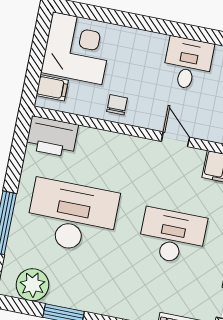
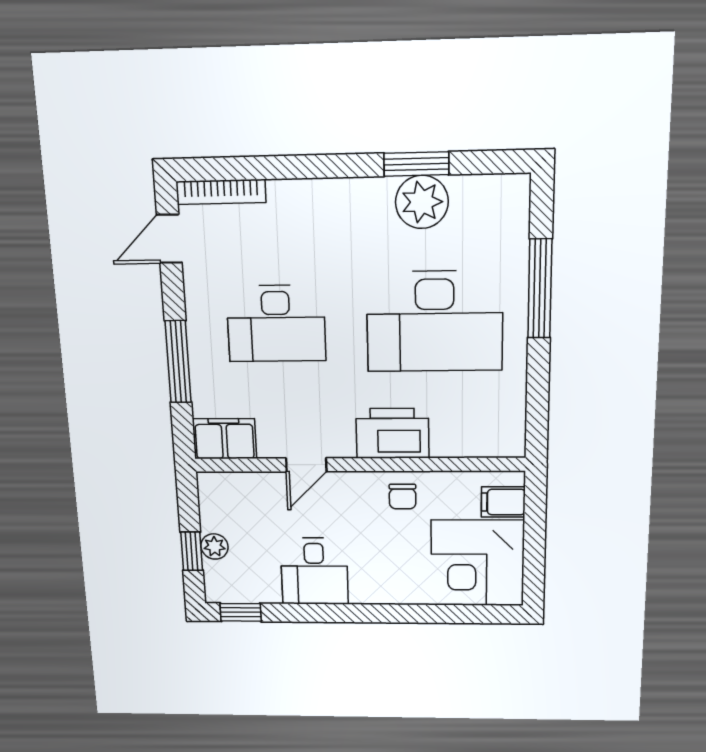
printer: (52, 137) -> (392, 433), moved
door: (175, 139) -> (306, 465), hinge flipped
plant: (32, 285) -> (422, 202), moved

